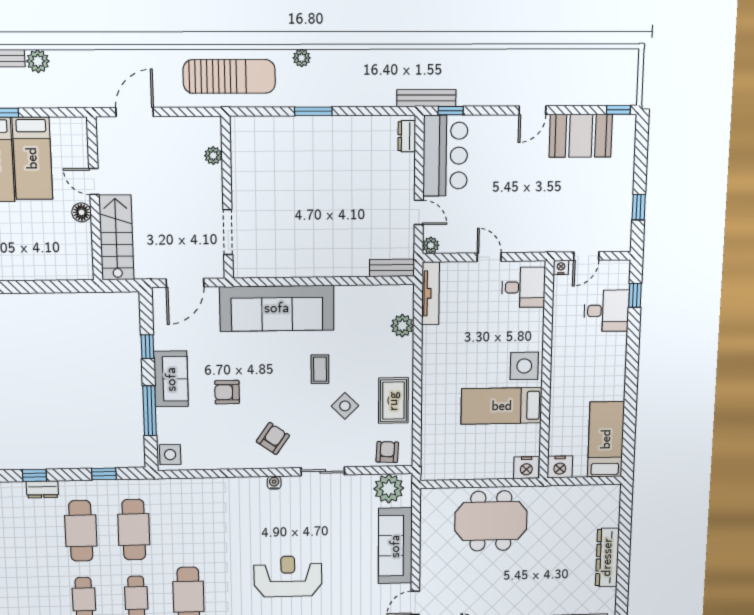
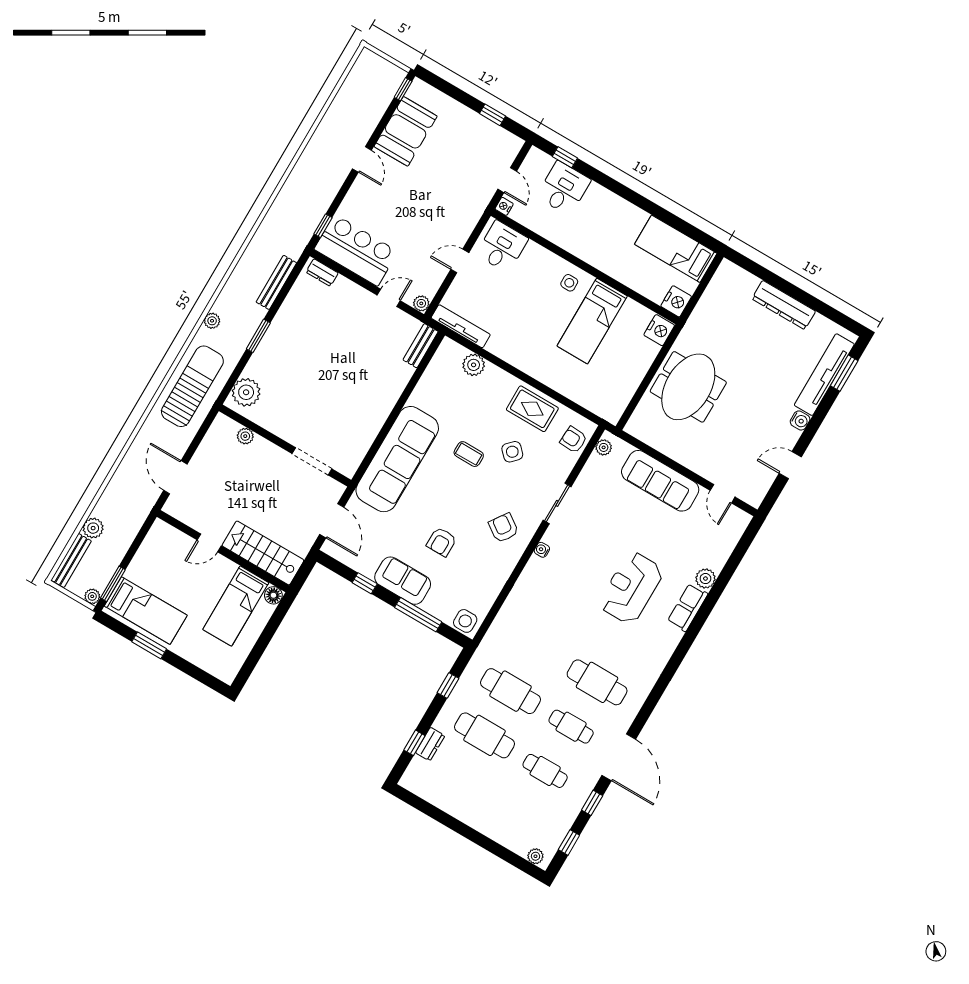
bench: (426, 98) -> (276, 282), moved
plant: (254, 132) -> (246, 392), added
bed: (32, 158) -> (236, 606), moved, turned 90
floor lamp: (82, 212) -> (273, 595), moved
side table: (524, 366) -> (569, 283), width x0.54, depth x0.54
plant: (389, 489) -> (604, 447), width x0.53, depth x0.53

